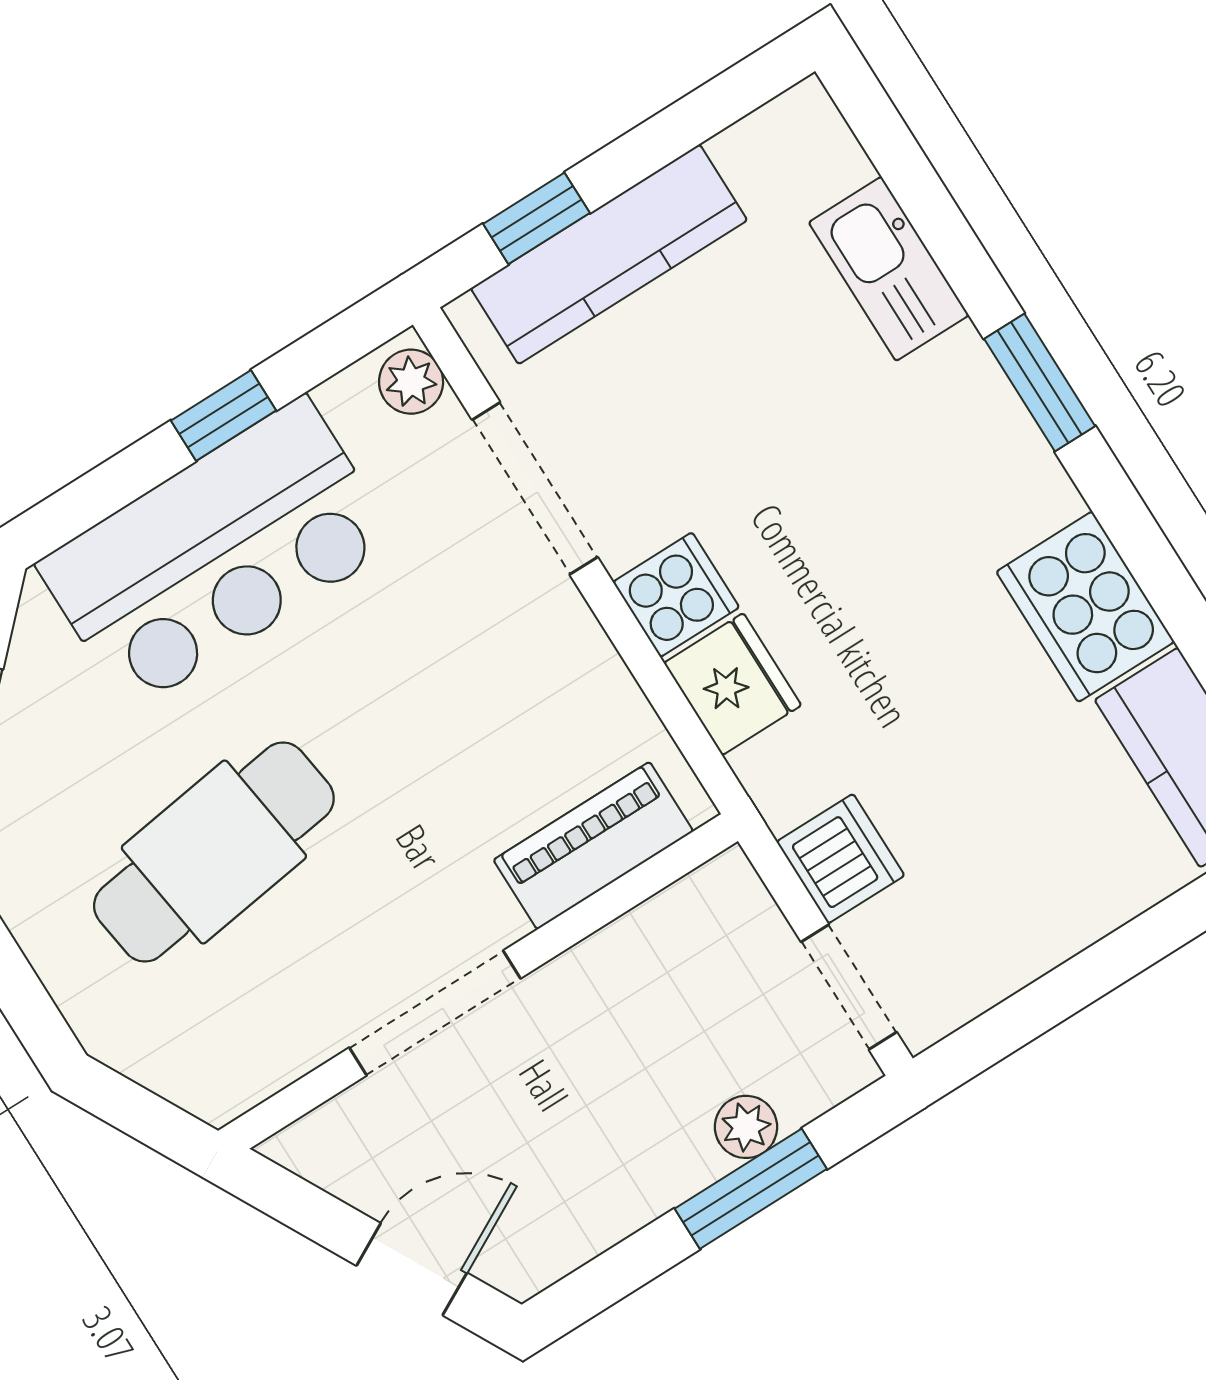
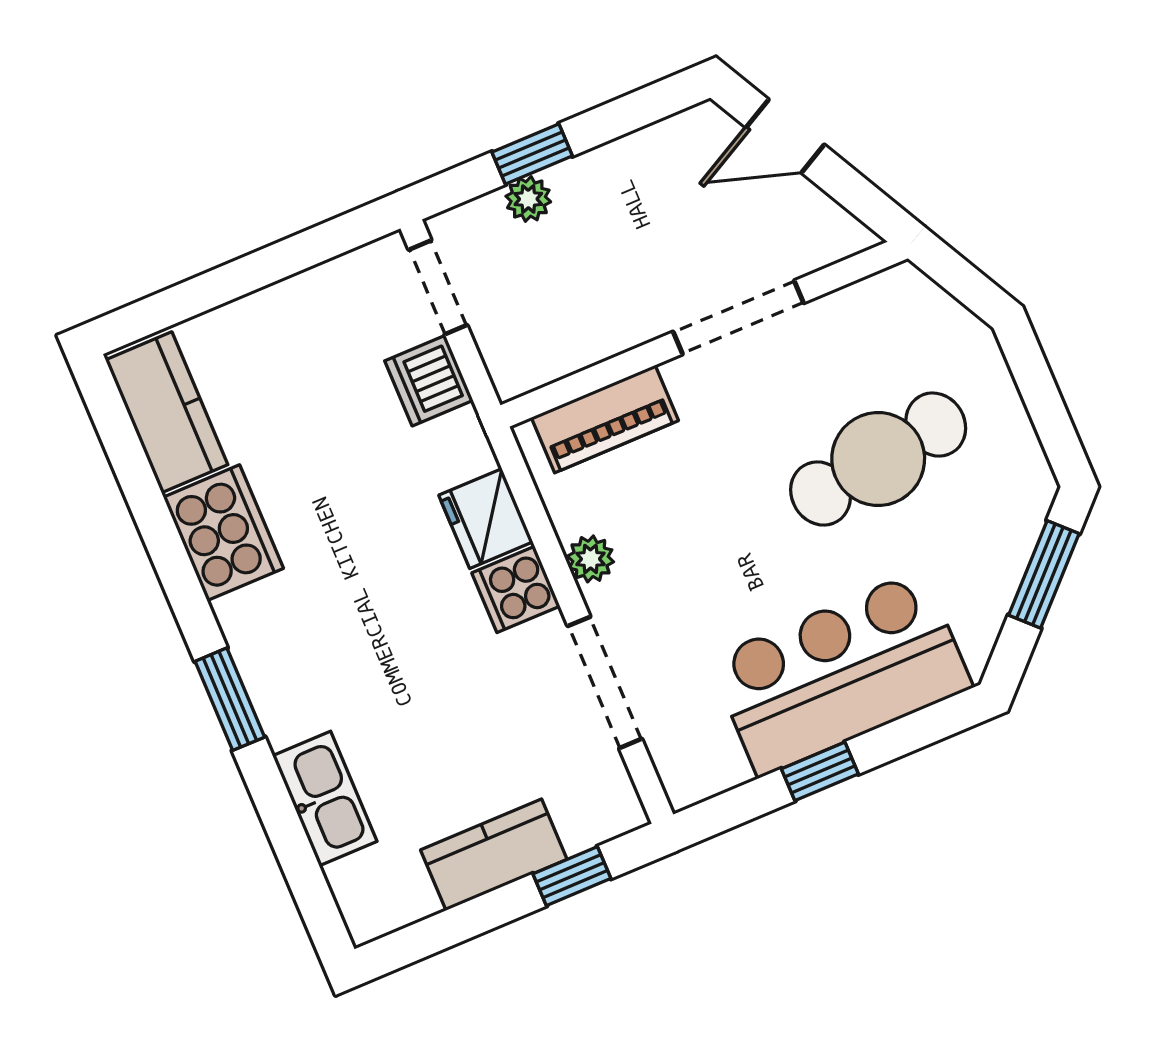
kitchen counter: (609, 254) -> (494, 855), width x0.67
plant: (411, 382) -> (590, 559), moved
window: (751, 1189) -> (532, 154), width x0.67

